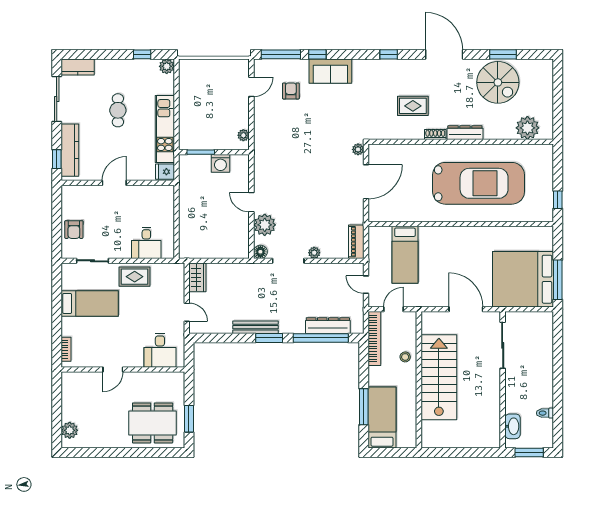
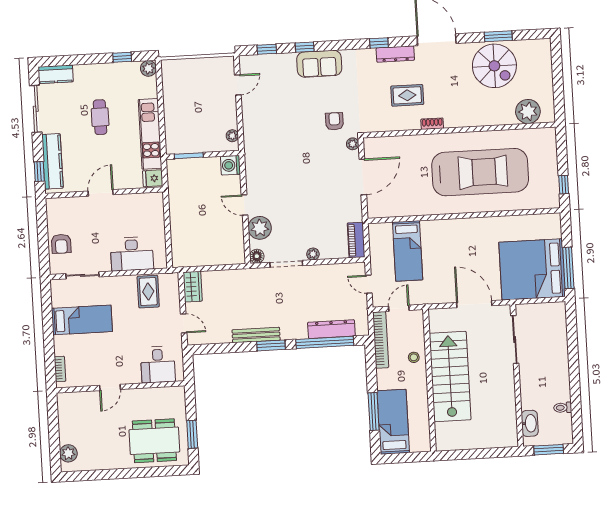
window: (281, 54) -> (267, 49), width x0.46
armchair: (291, 91) -> (334, 121), moved
dresser: (465, 133) -> (395, 54), moved, turned 180
washing machine: (220, 163) -> (231, 165), moved, turned 90
desk: (146, 243) -> (132, 254), width x1.37
rug: (135, 277) -> (148, 292), moved, turned 90

